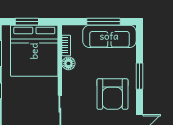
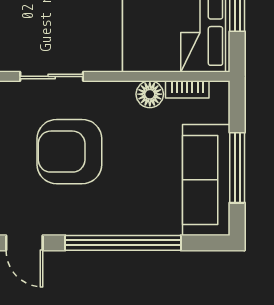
window: (140, 76) -> (123, 243), width x2.11
armchair: (112, 94) -> (69, 152), moved

